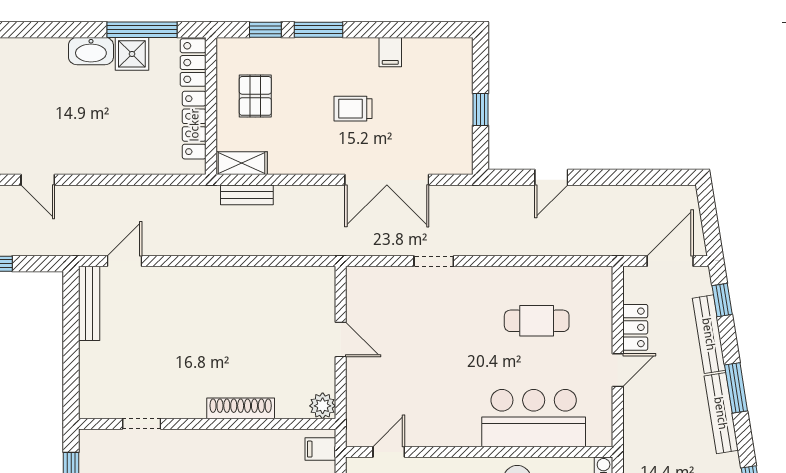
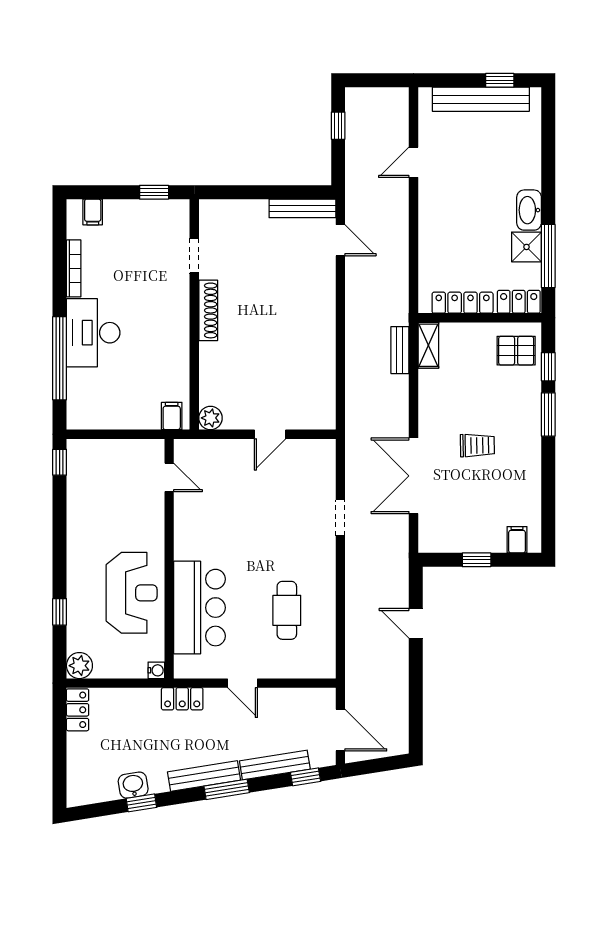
filing cabinet: (390, 52) -> (517, 540), moved, turned 90
pallet: (255, 96) -> (516, 351), moved
trolley: (353, 109) -> (477, 445), turned 89
locker: (635, 327) -> (182, 699), moved
shoe rack: (241, 408) -> (208, 310), moved

